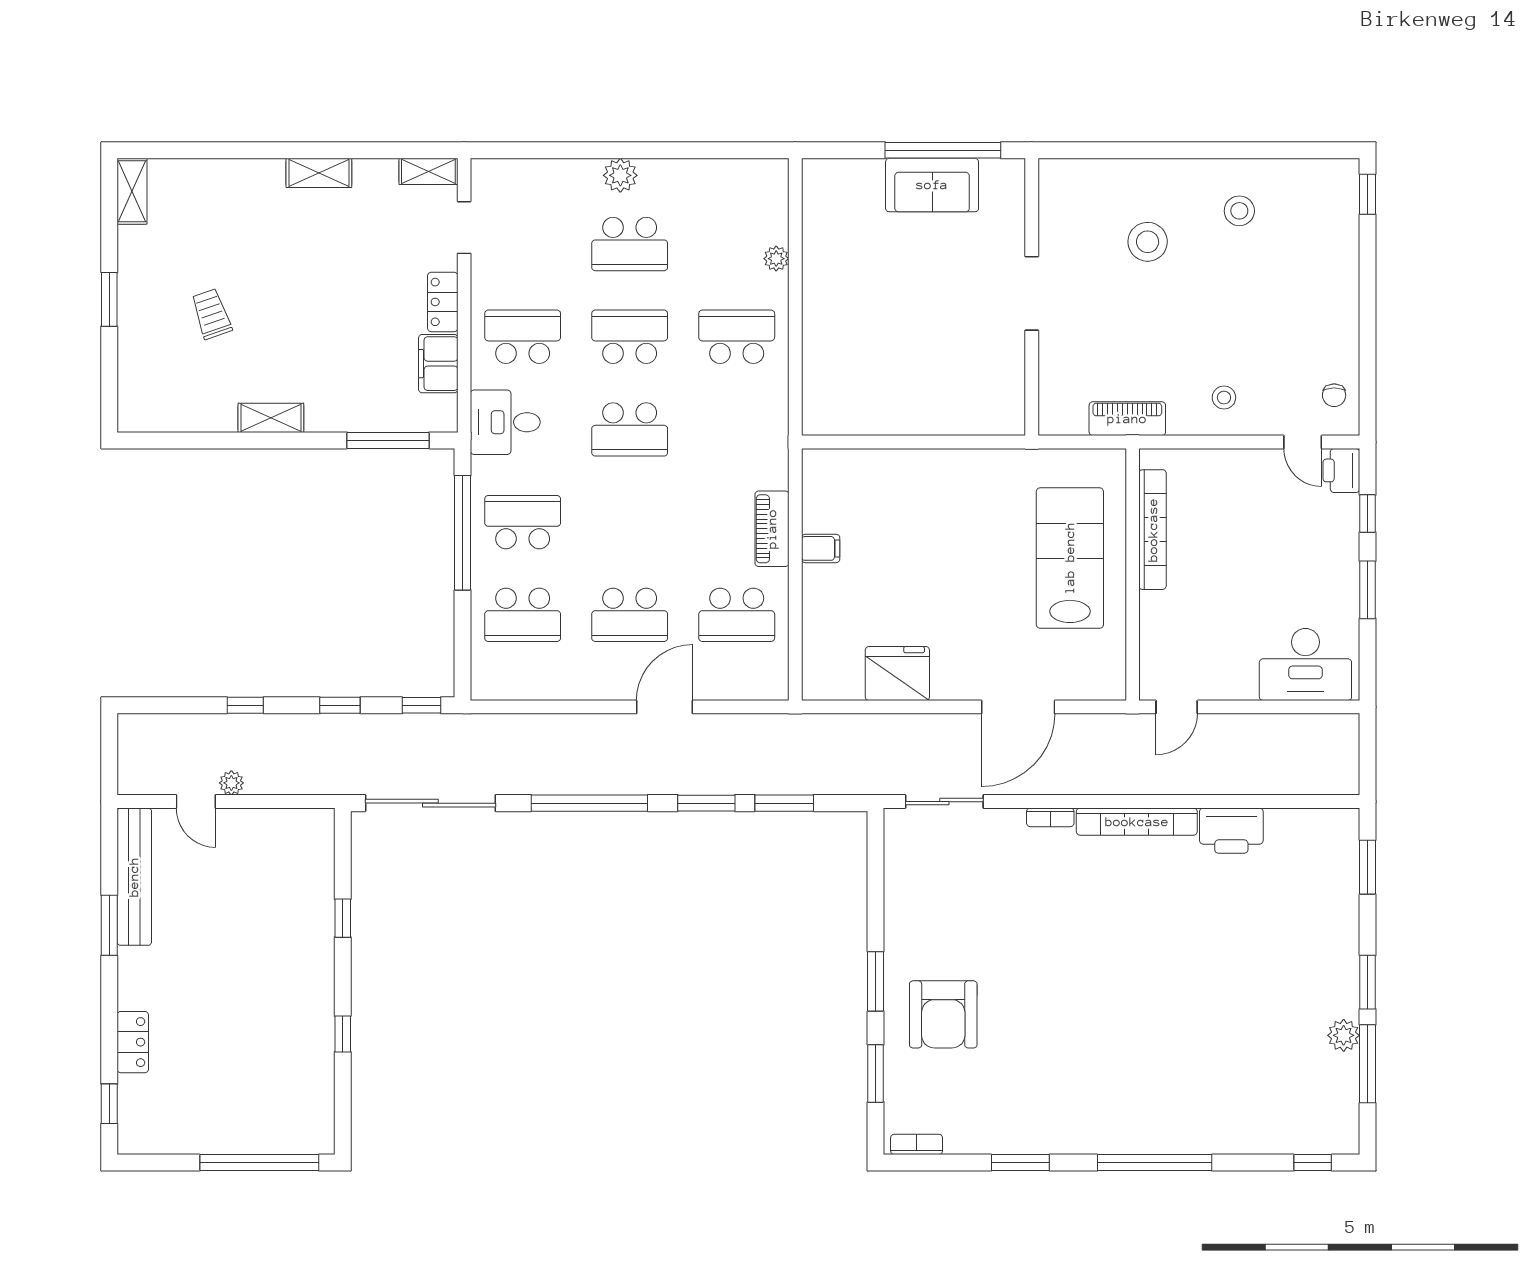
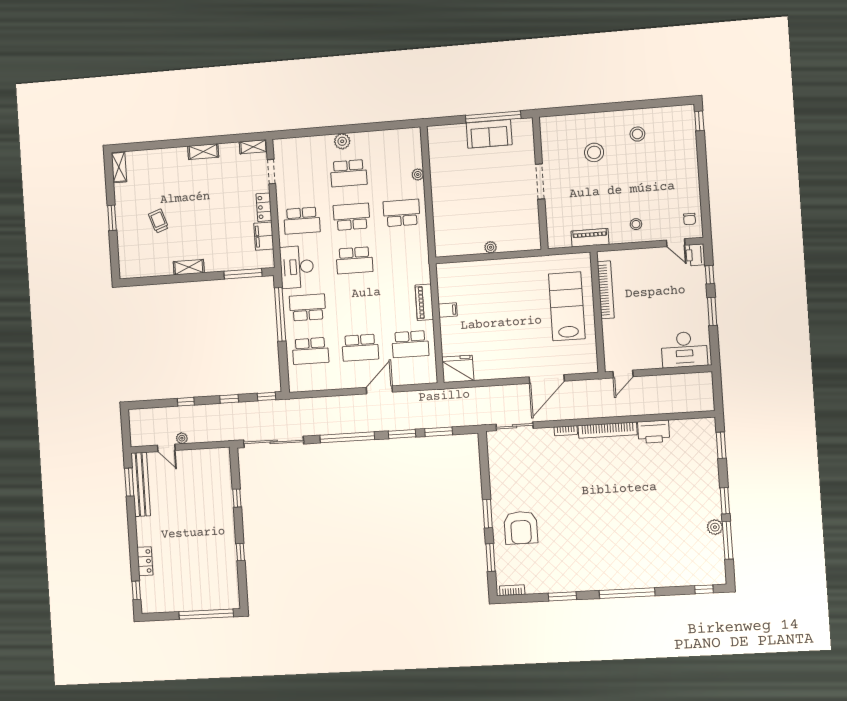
school desk: (523, 337) -> (302, 221), turned 180
desk: (505, 422) -> (297, 267), width x1.37
plant: (919, 423) -> (491, 247), added
fridge: (897, 674) -> (458, 369), moved
window: (109, 925) -> (129, 482), moved

